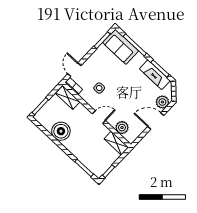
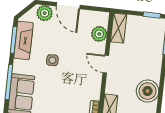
side table: (99, 88) -> (52, 60), moved

